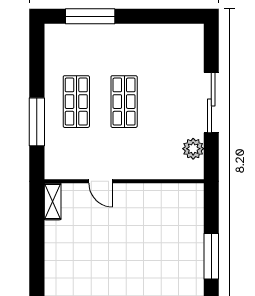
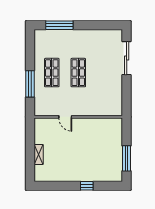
sliding door: (211, 103) -> (127, 58), moved
plant: (193, 149) -> (117, 99), removed
shelving: (53, 201) -> (39, 154), moved

